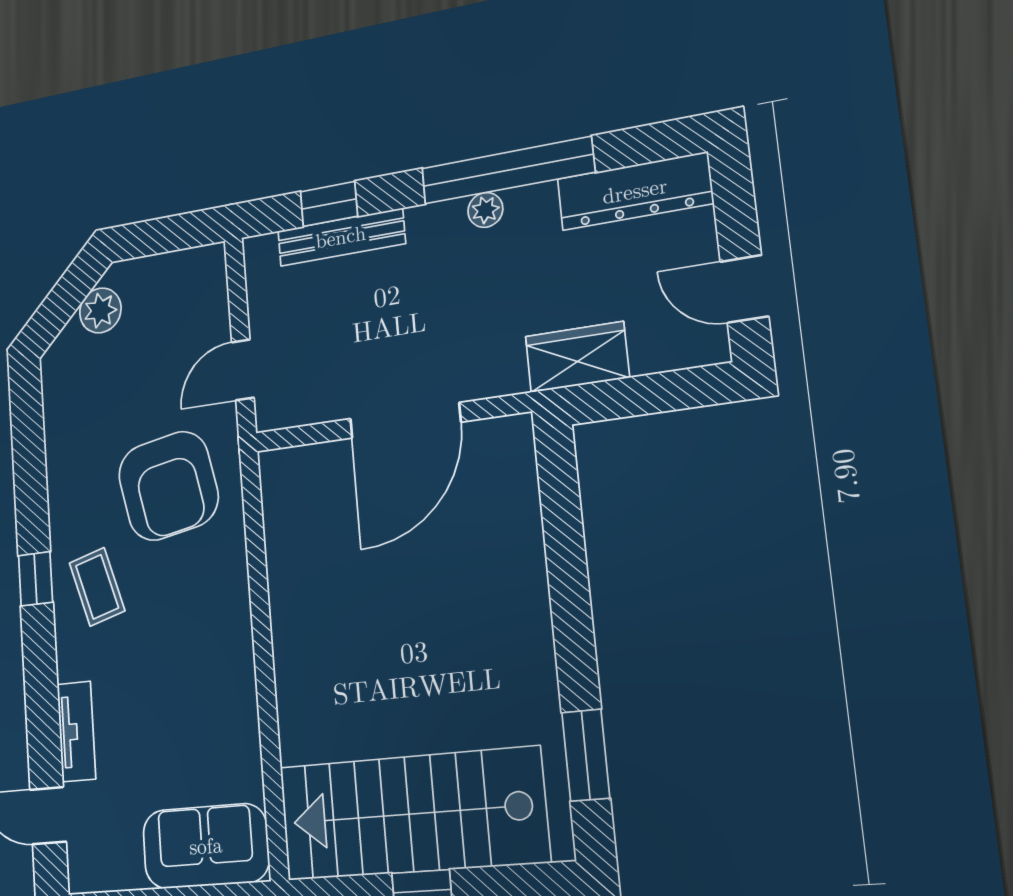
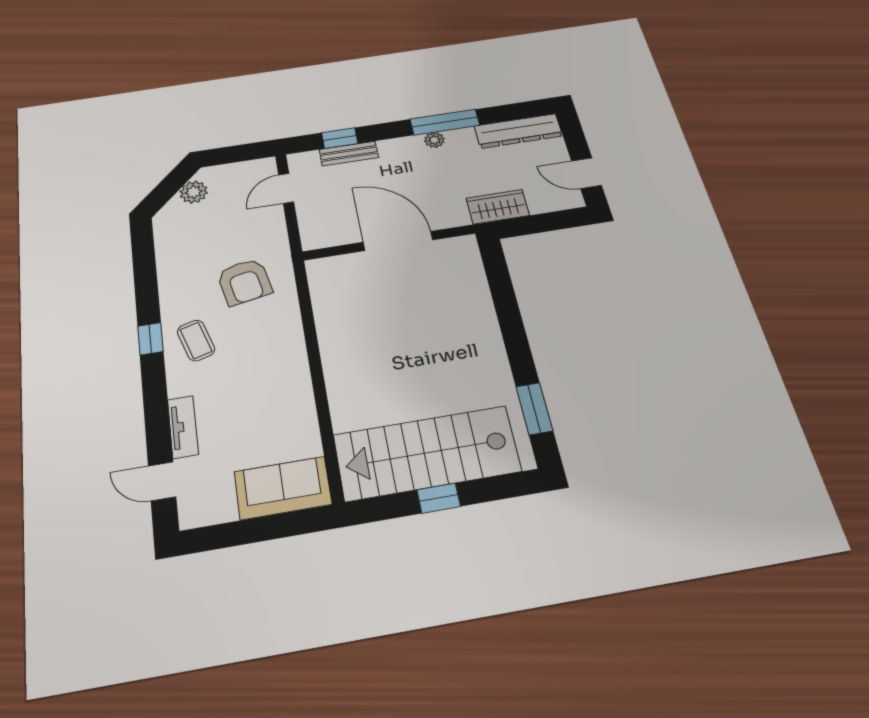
window: (507, 170) -> (445, 122), width x0.68
bench: (341, 237) -> (349, 154), width x0.73
door: (243, 370) -> (286, 188), moved
door: (405, 420) -> (398, 241), swing flipped
armchair: (168, 486) -> (244, 282), width x0.73, depth x0.73

